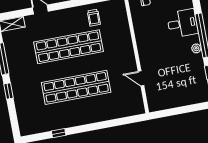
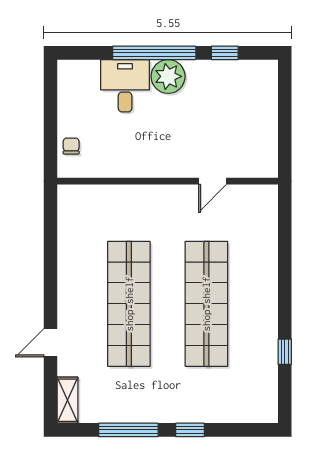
trolley: (94, 18) -> (84, 247), removed
plant: (196, 48) -> (168, 76), width x1.88, depth x1.88

